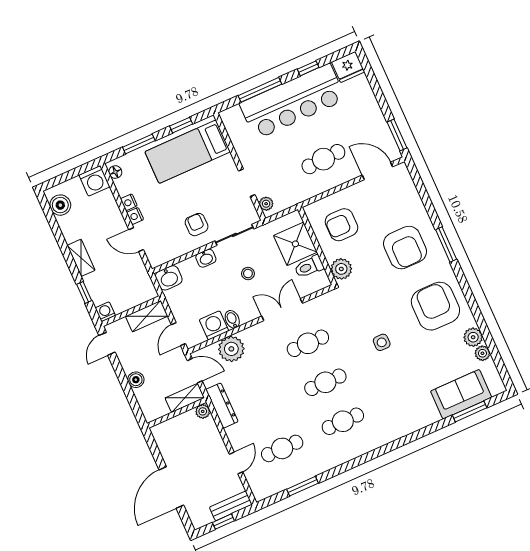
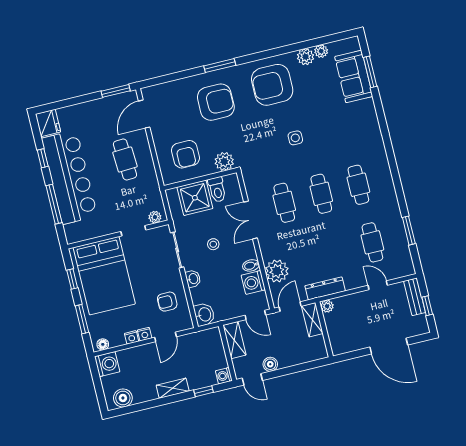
bed: (188, 152) -> (104, 276), width x1.50
armchair: (197, 225) -> (167, 302), moved
boiler: (136, 380) -> (270, 364), moved

